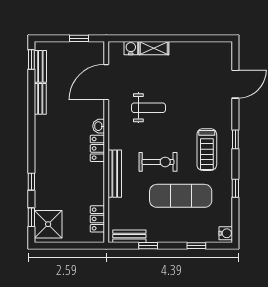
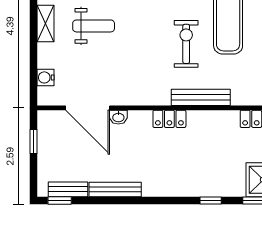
shelving: (154, 48) -> (45, 23), moved
bench: (40, 99) -> (115, 190), width x1.36
weight bench: (149, 108) -> (94, 26), moved, turned 90
washbasin: (99, 126) -> (118, 117), moved

